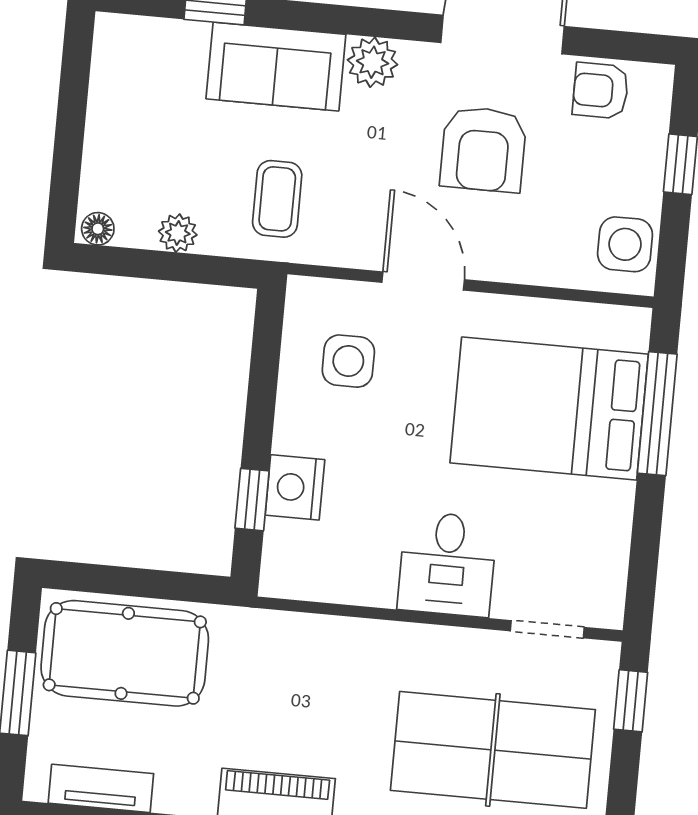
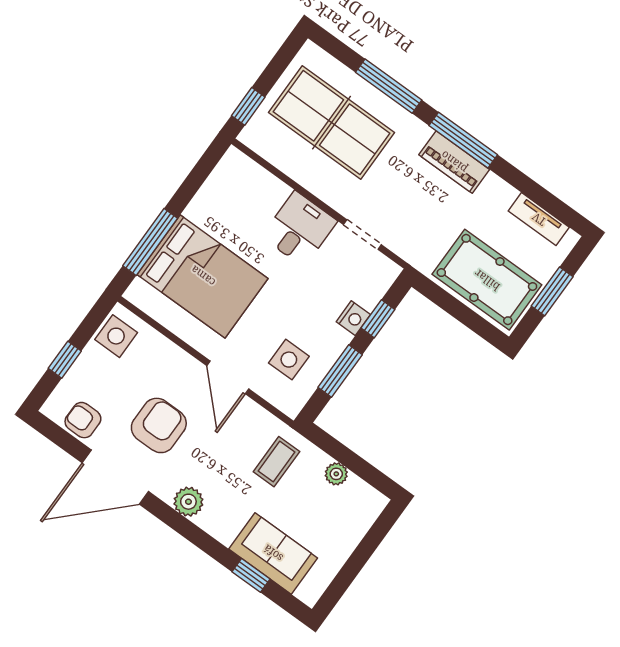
sofa: (276, 67) -> (273, 553), moved
armchair: (601, 91) -> (83, 420), turned 180
floor lamp: (98, 229) -> (375, 500), removed
window: (262, 389) -> (340, 371), added
nightstand: (295, 487) -> (353, 318), width x0.74, depth x0.75
doorway: (547, 629) -> (362, 235), moved

